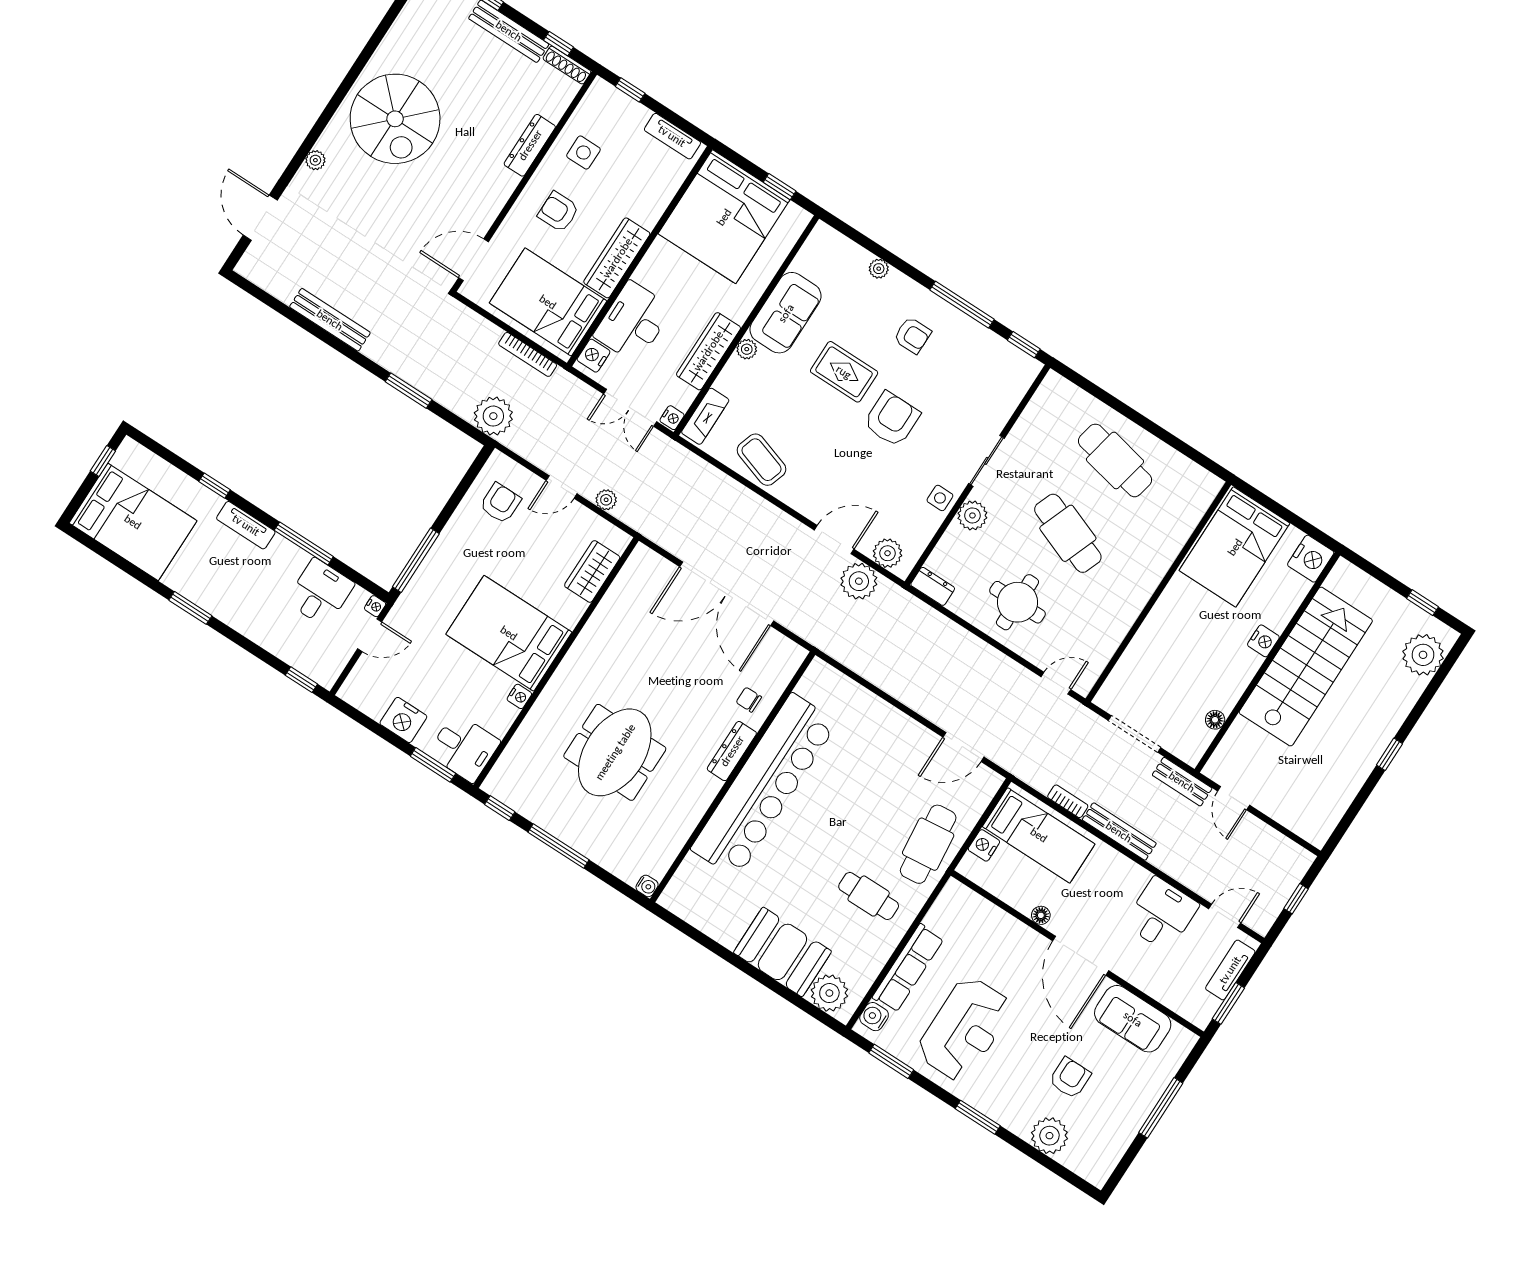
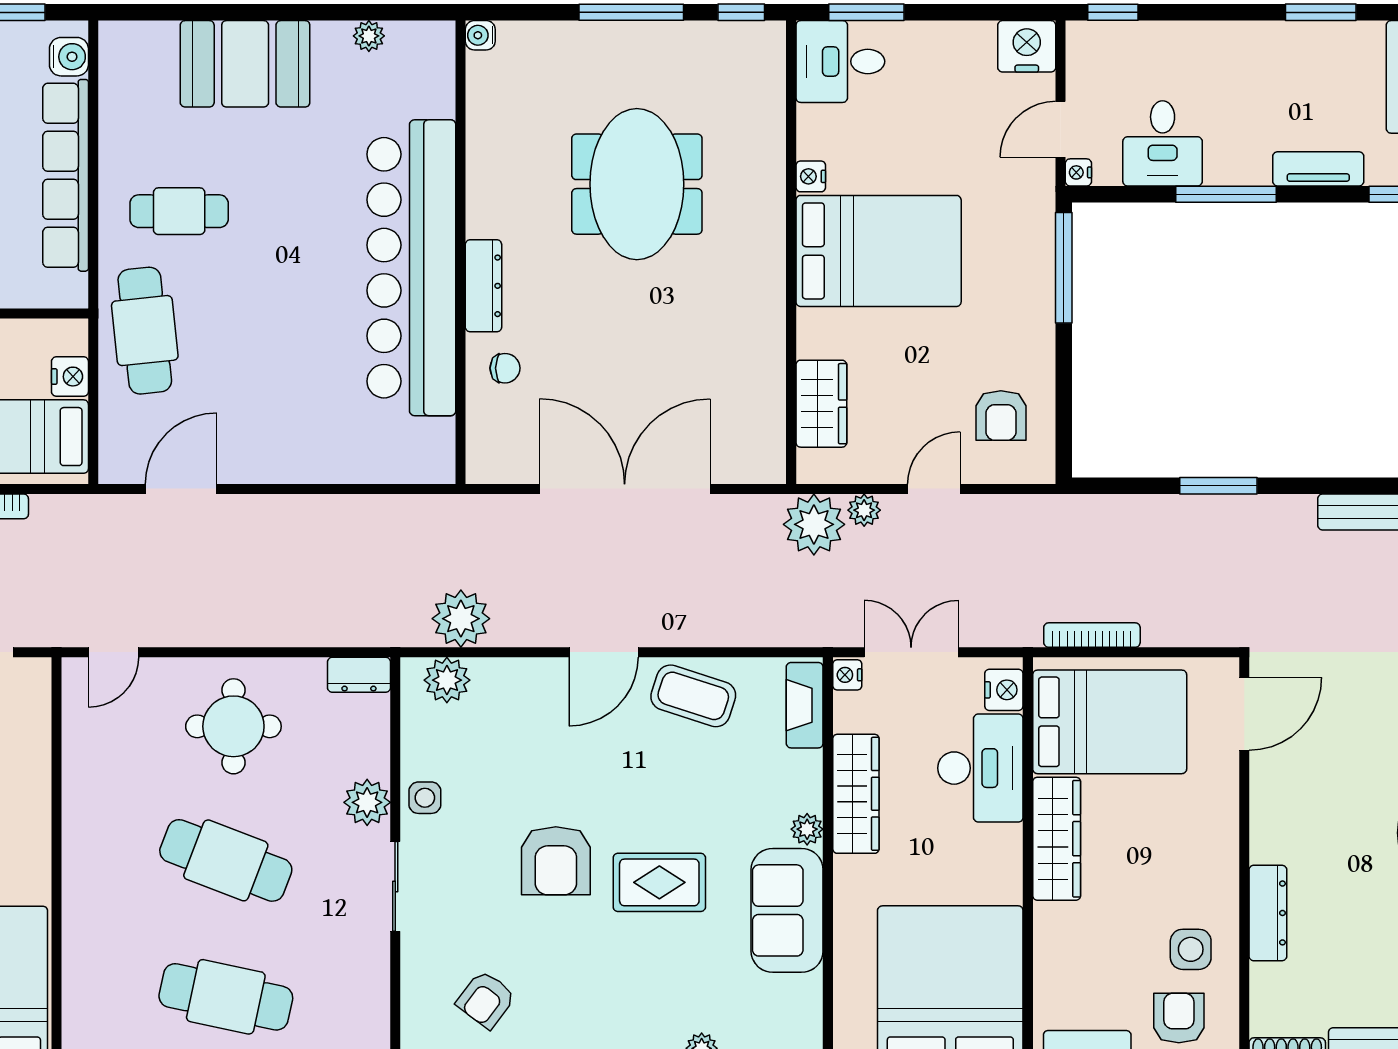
armchair: (558, 212) -> (1179, 1018), moved, turned -90
armchair: (912, 335) -> (486, 999), moved, turned -53
plant: (493, 416) -> (814, 524), moved
door: (834, 540) -> (604, 652), moved
nightstand: (403, 720) -> (1027, 46), moved
row of seats: (908, 968) -> (66, 175), width x1.36
plant: (829, 993) -> (369, 36), moved, width x0.53, depth x0.53

